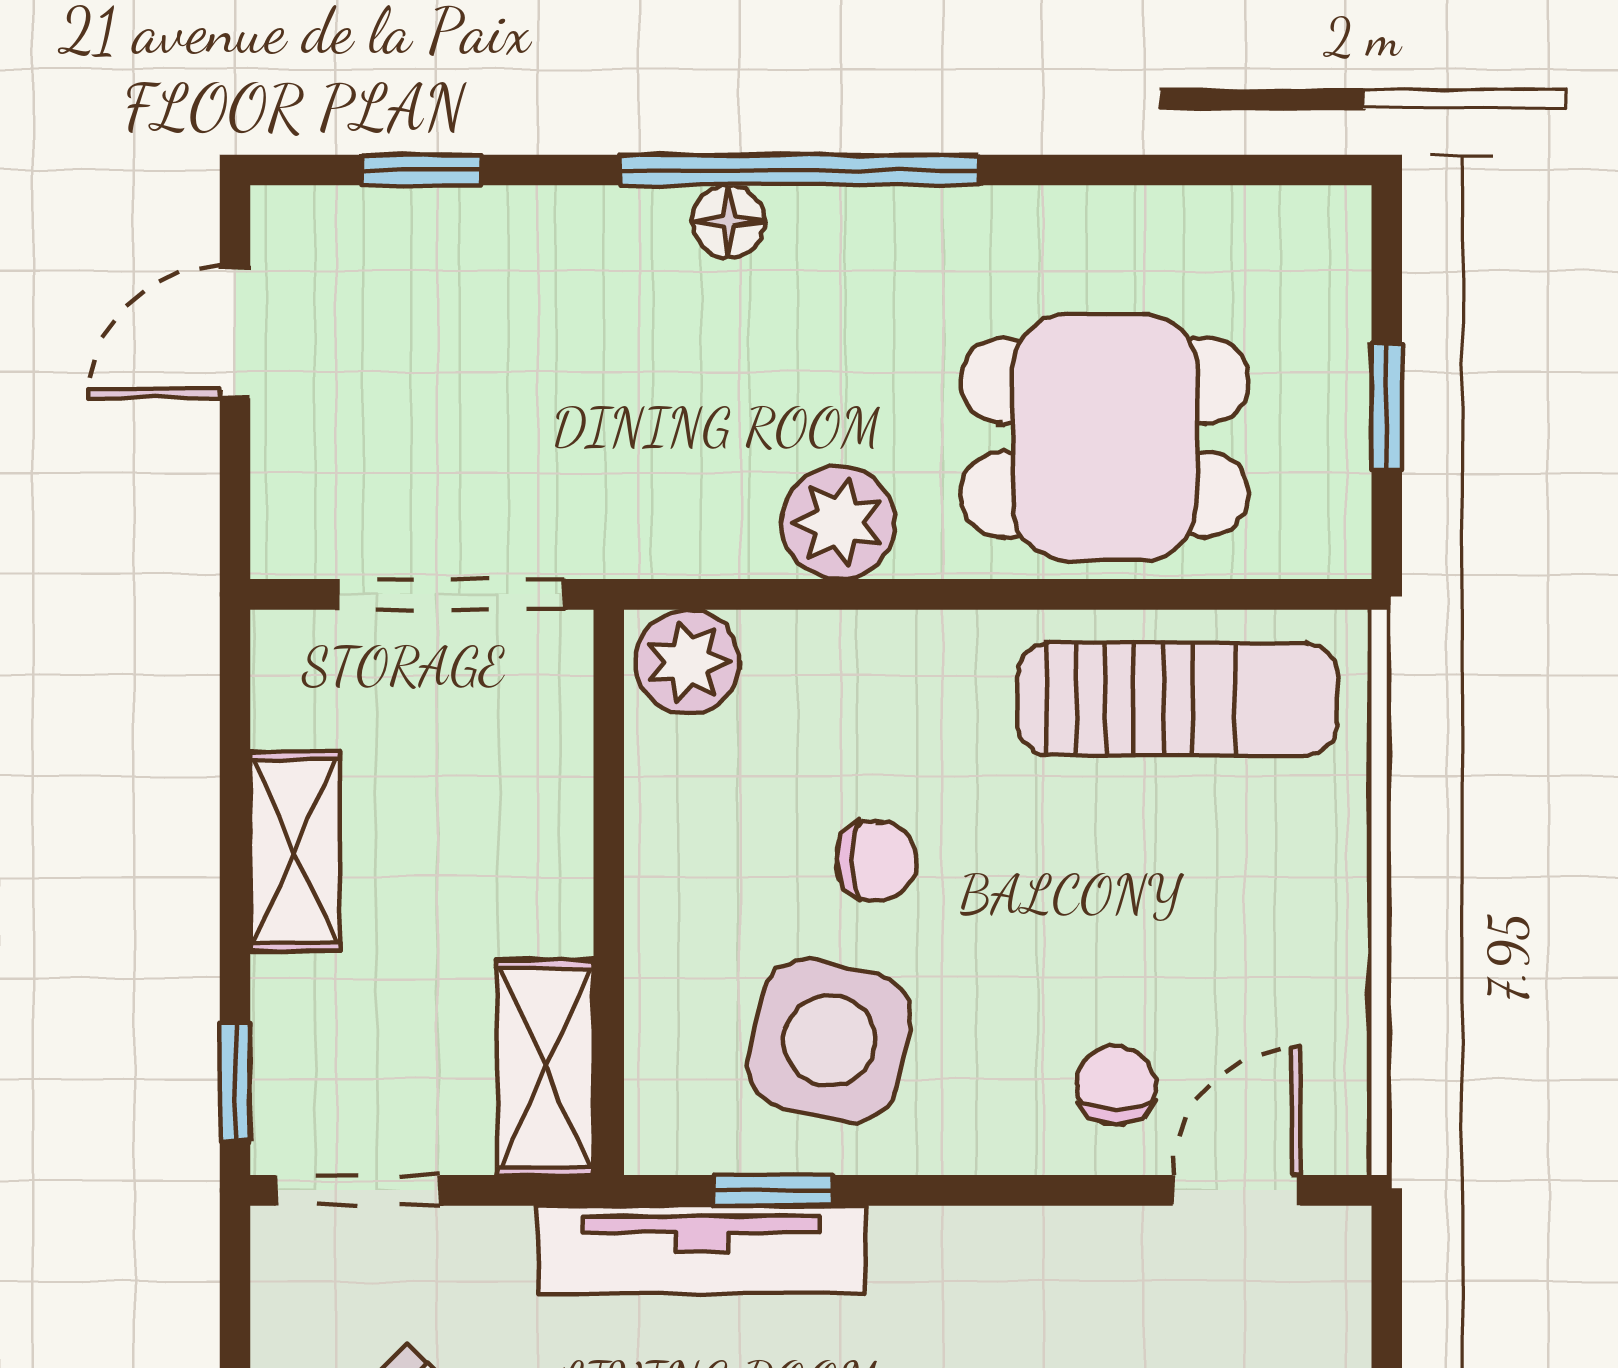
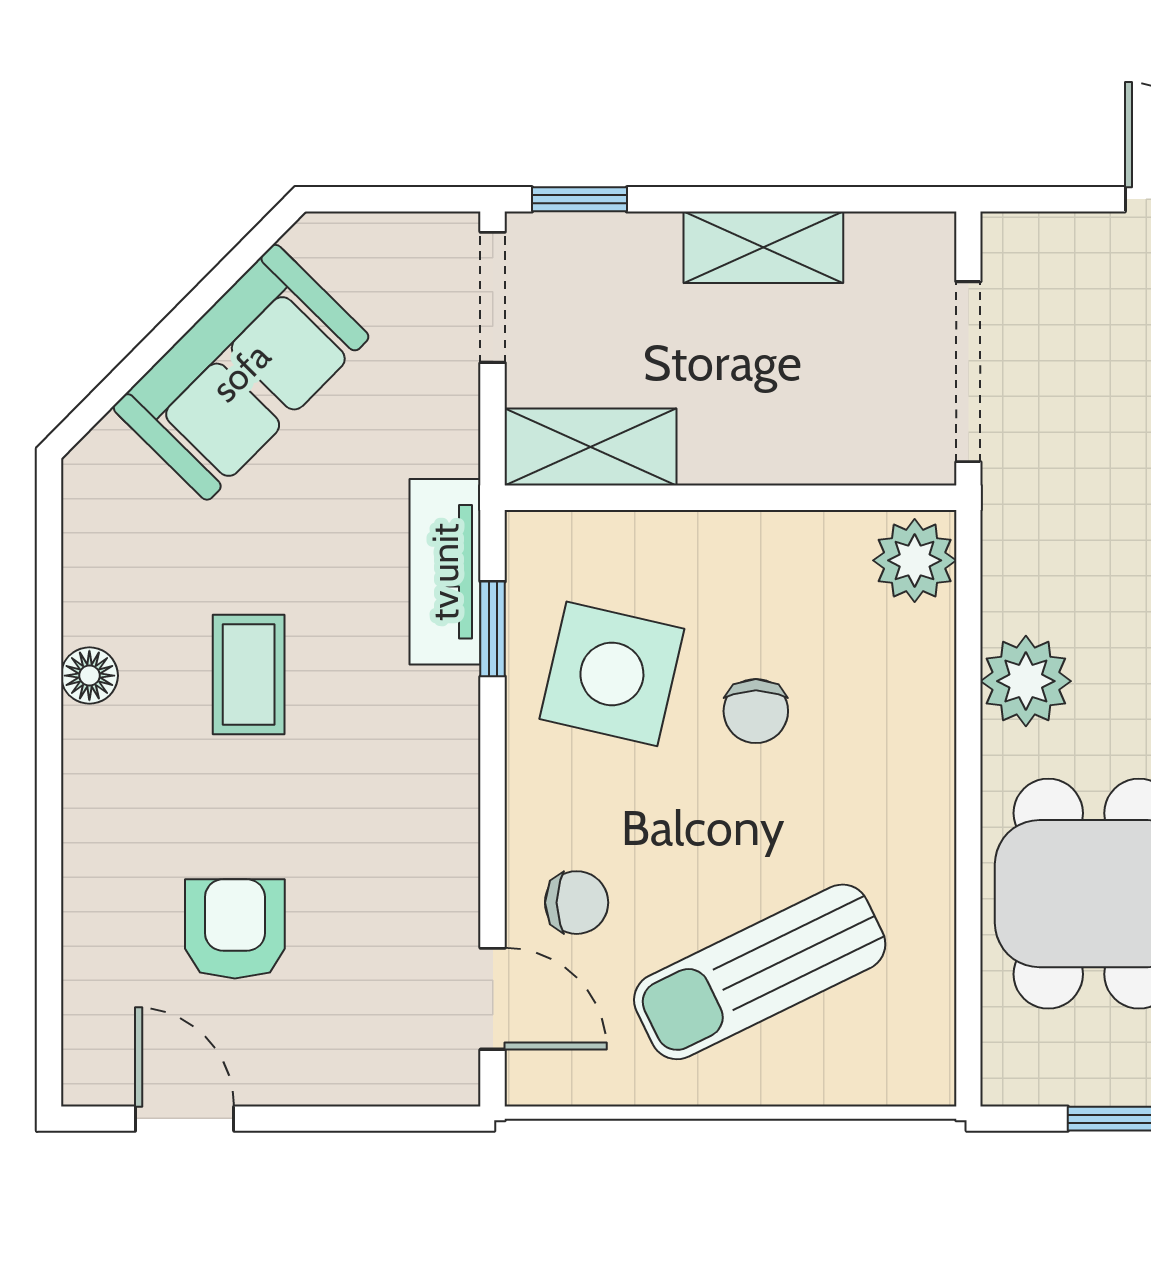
sun lounger: (1177, 699) -> (760, 972), moved, turned 64
tv unit: (702, 1250) -> (445, 572), width x0.71

